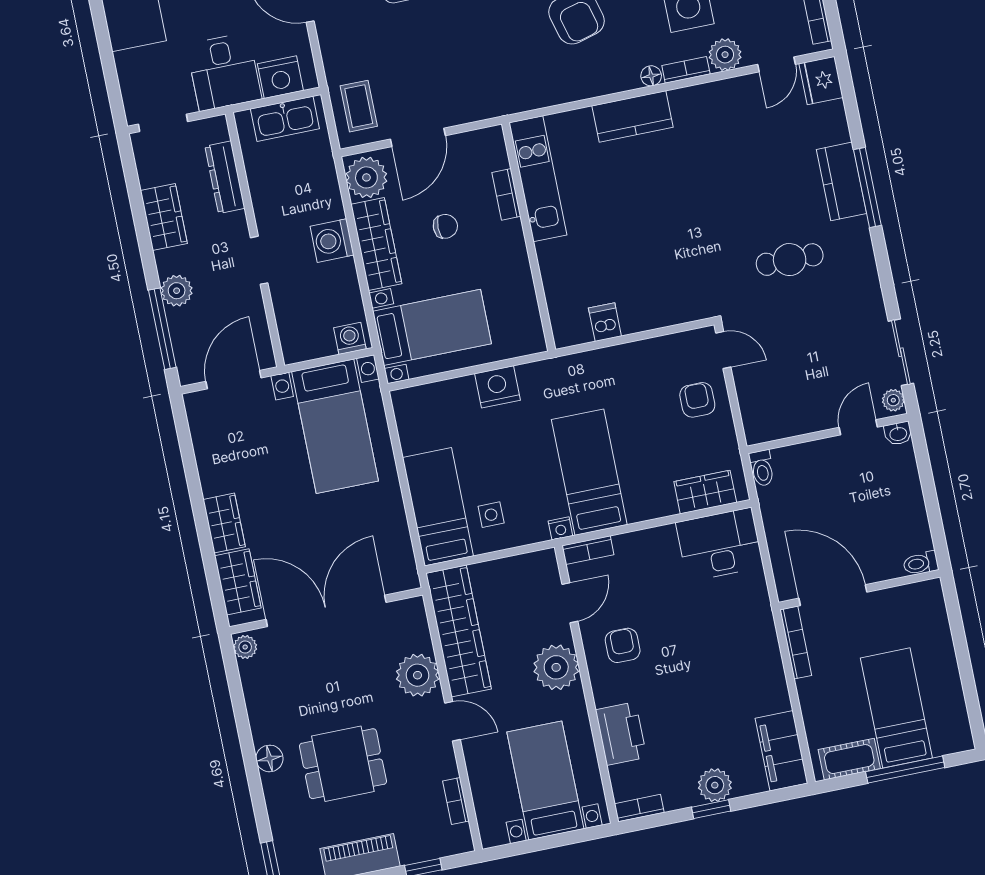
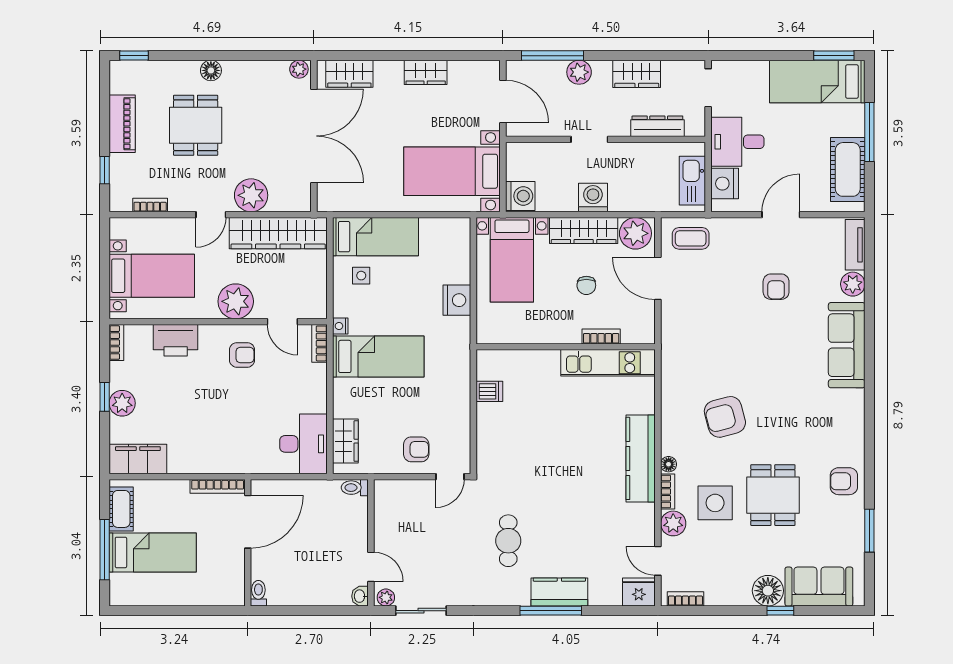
kitchen counter: (633, 116) -> (641, 458), width x1.50
washing machine: (350, 338) -> (520, 196), width x1.38, depth x1.38
wardrobe: (224, 523) -> (426, 72), moved

